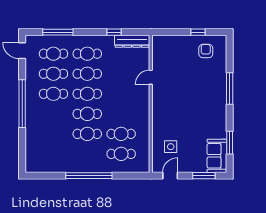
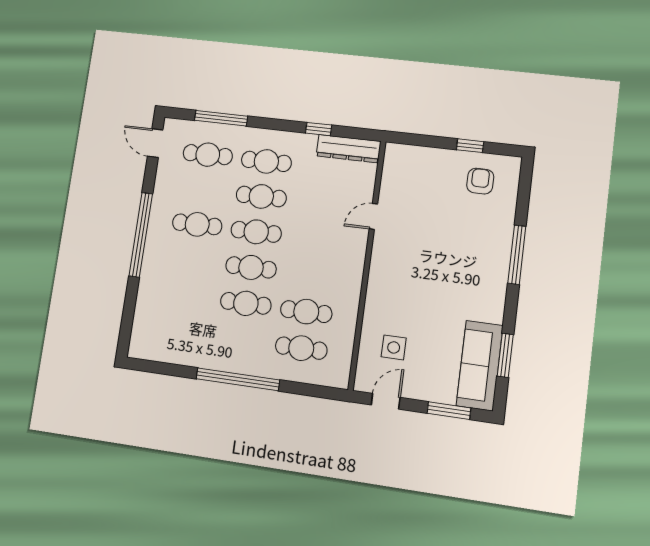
cafe table: (53, 74) -> (202, 189), removed
sofa: (217, 156) -> (480, 366), width x1.36

